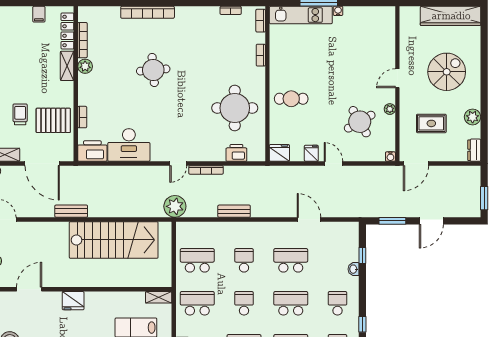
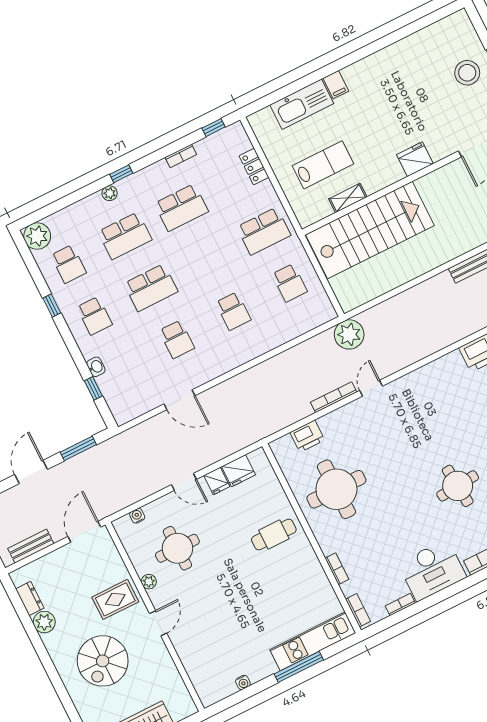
water cooler: (338, 11) -> (243, 682), moved
round table: (360, 122) -> (177, 548), turned 30
rug: (431, 123) -> (115, 599), moved
desk: (129, 145) -> (432, 570), moved, turned 180
dresser: (474, 150) -> (30, 599), moved
fridge: (279, 153) -> (239, 471), moved
water cooler: (390, 157) -> (137, 516), moved
bench: (234, 211) -> (31, 546), moved
stairs: (114, 240) -> (370, 230), moved, turned 180
school desk: (197, 260) -> (290, 283), width x0.54
school desk: (291, 260) -> (177, 339), width x0.54
shelving: (159, 297) -> (348, 198), moved
school desk: (244, 303) -> (207, 259), removed

